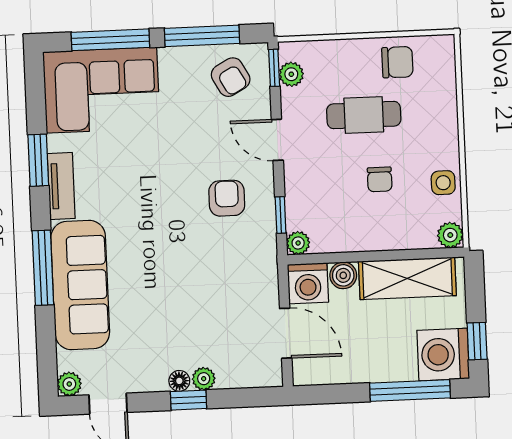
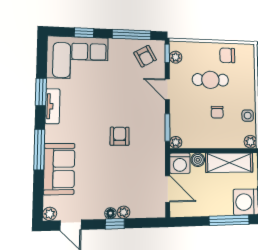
window: (110, 40) -> (84, 33), width x0.46
chair: (397, 62) -> (227, 55), turned 180
armchair: (227, 198) -> (120, 136), moved
window: (281, 215) -> (167, 127), width x1.50
sofa: (80, 285) -> (59, 169), width x0.73

